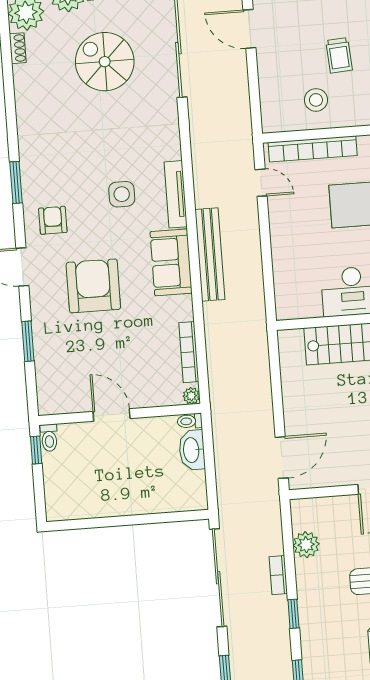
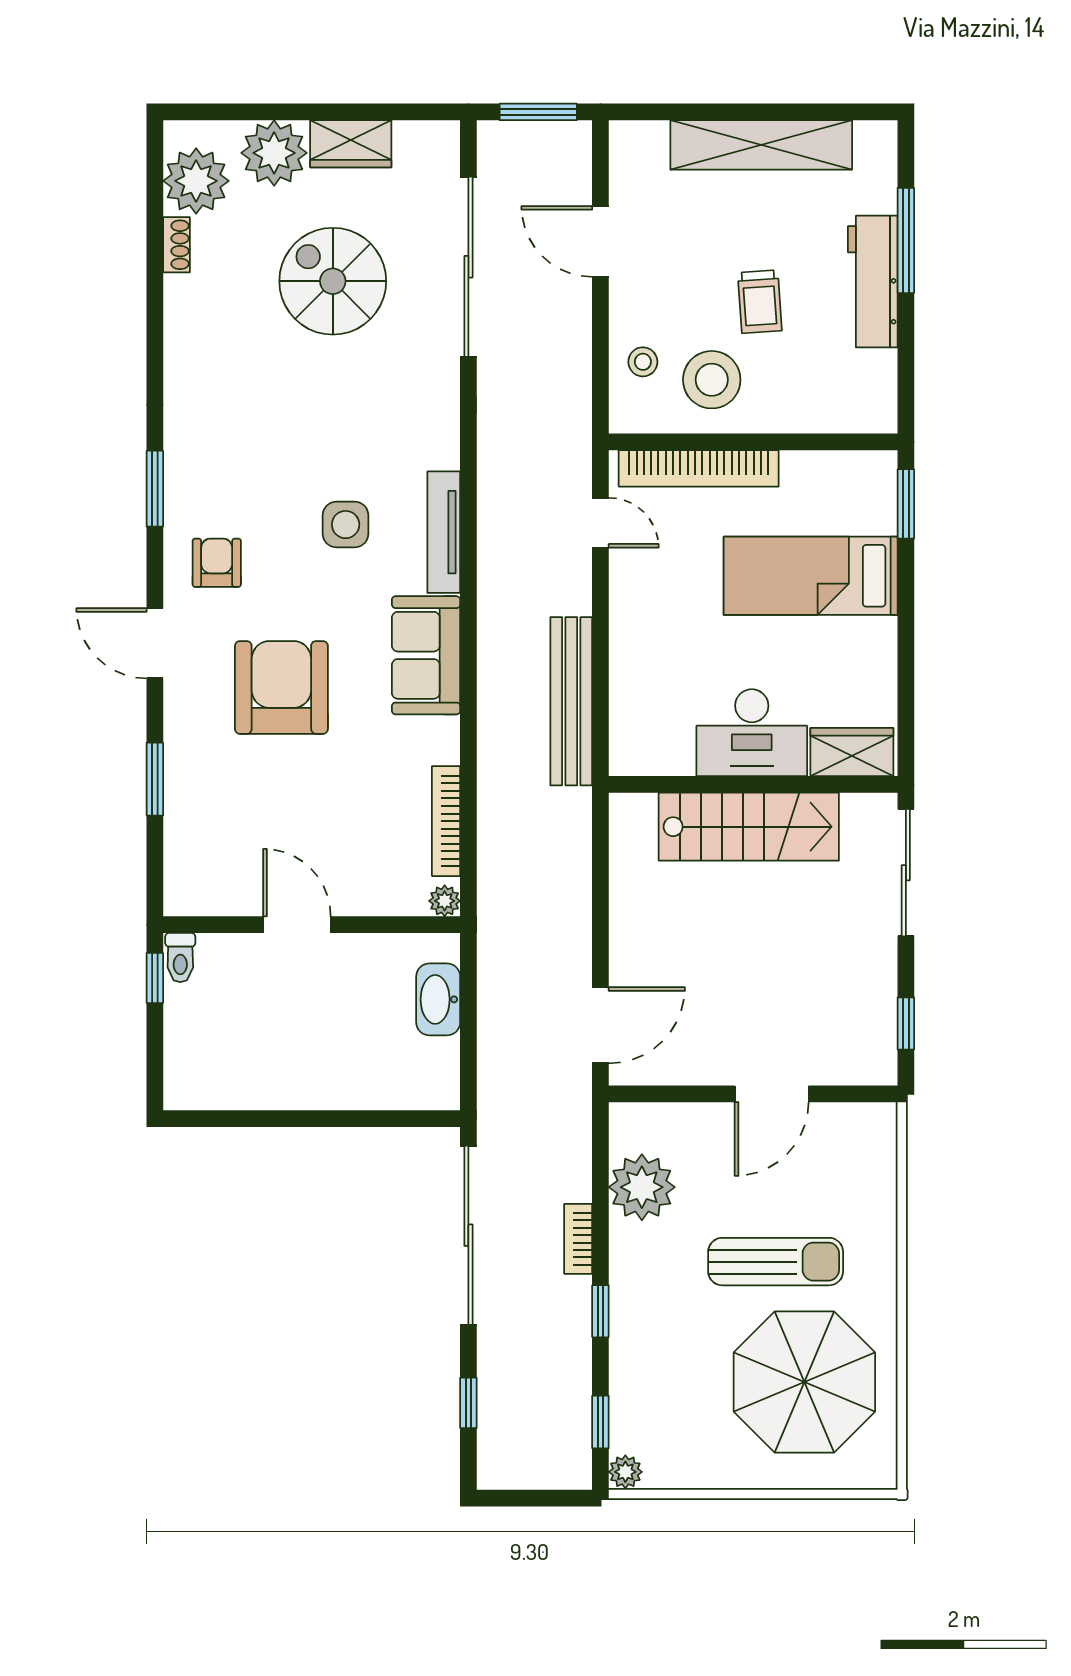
stool: (278, 93) -> (643, 362), added
stool: (316, 100) -> (712, 380), width x1.38, depth x1.38
bench: (210, 254) -> (571, 701), moved
toilet: (190, 421) -> (438, 947), removed
plant: (306, 545) -> (642, 1187), width x1.36, depth x1.36

